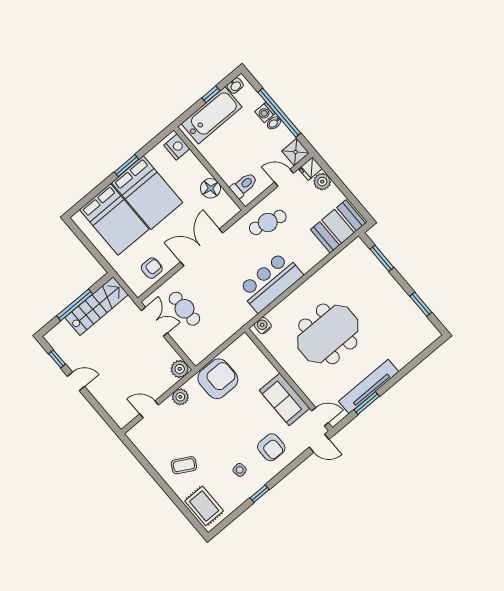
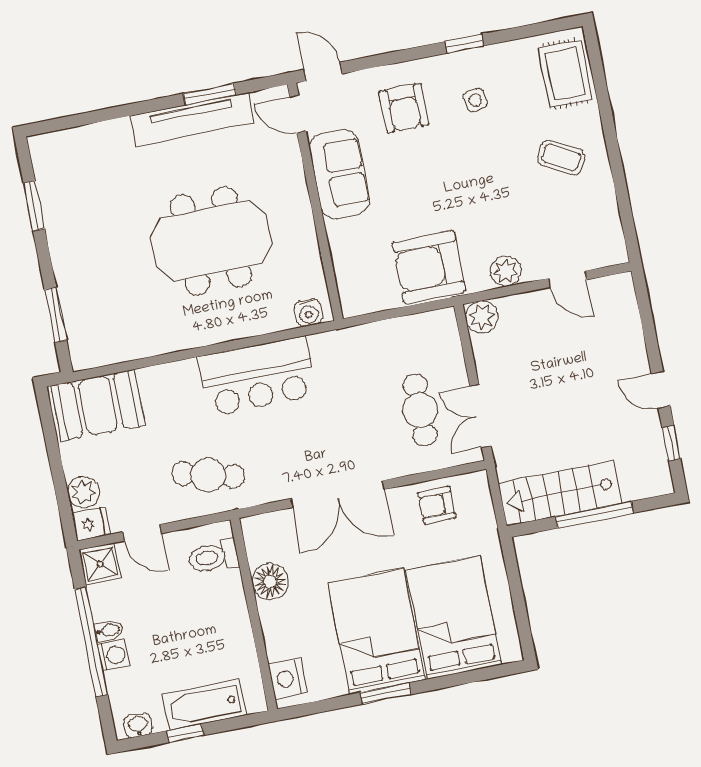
bathtub: (212, 115) -> (204, 705), width x0.73, depth x0.73
armchair: (271, 447) -> (404, 108), turned 180

